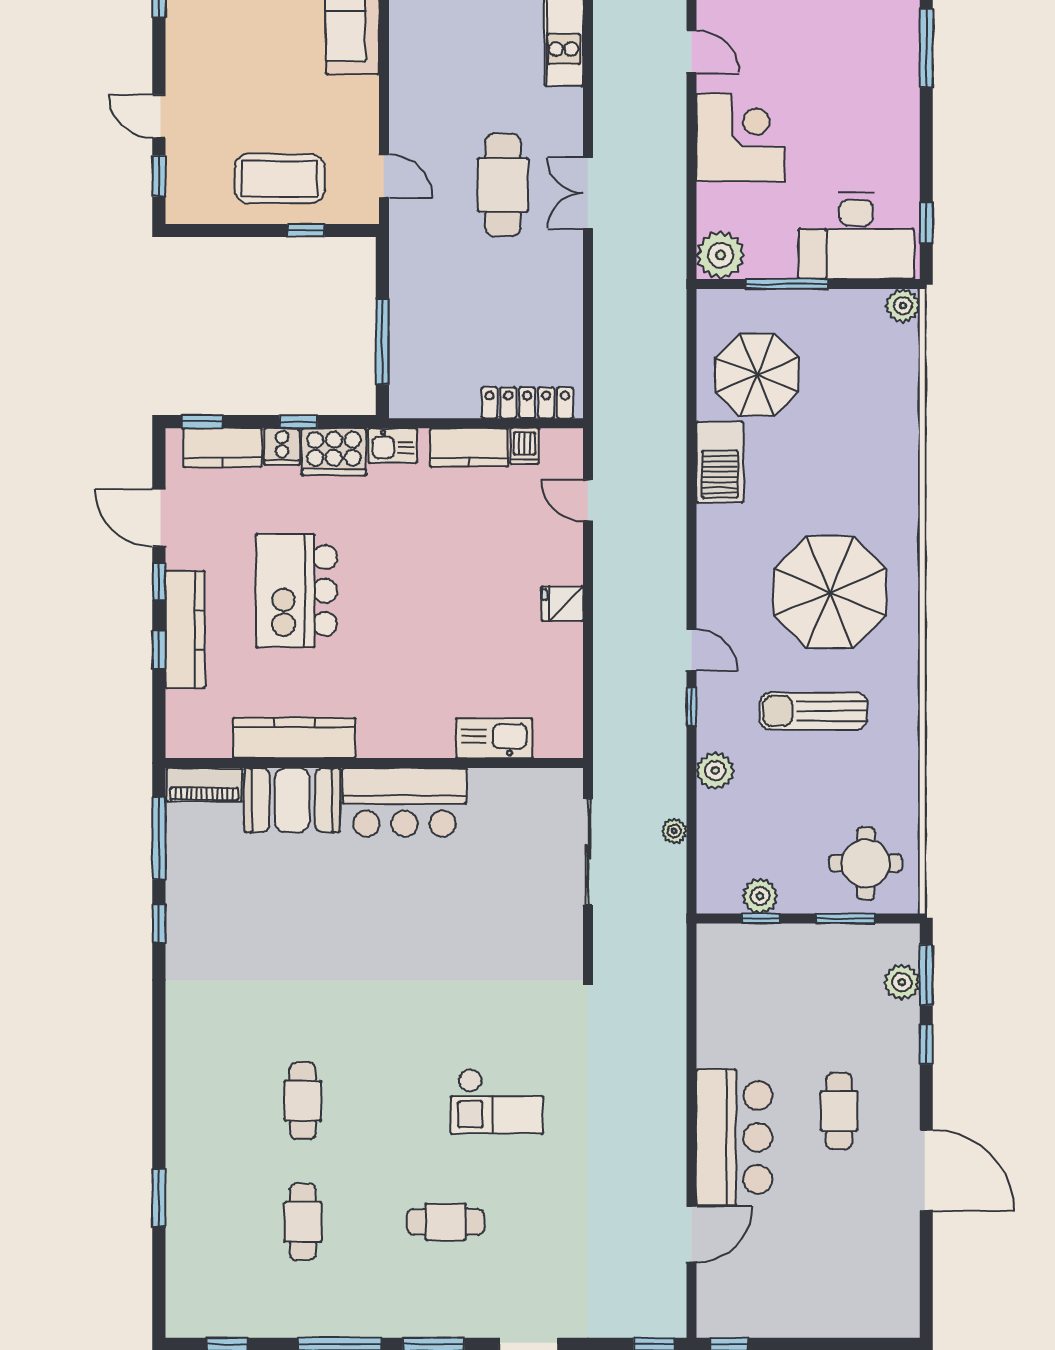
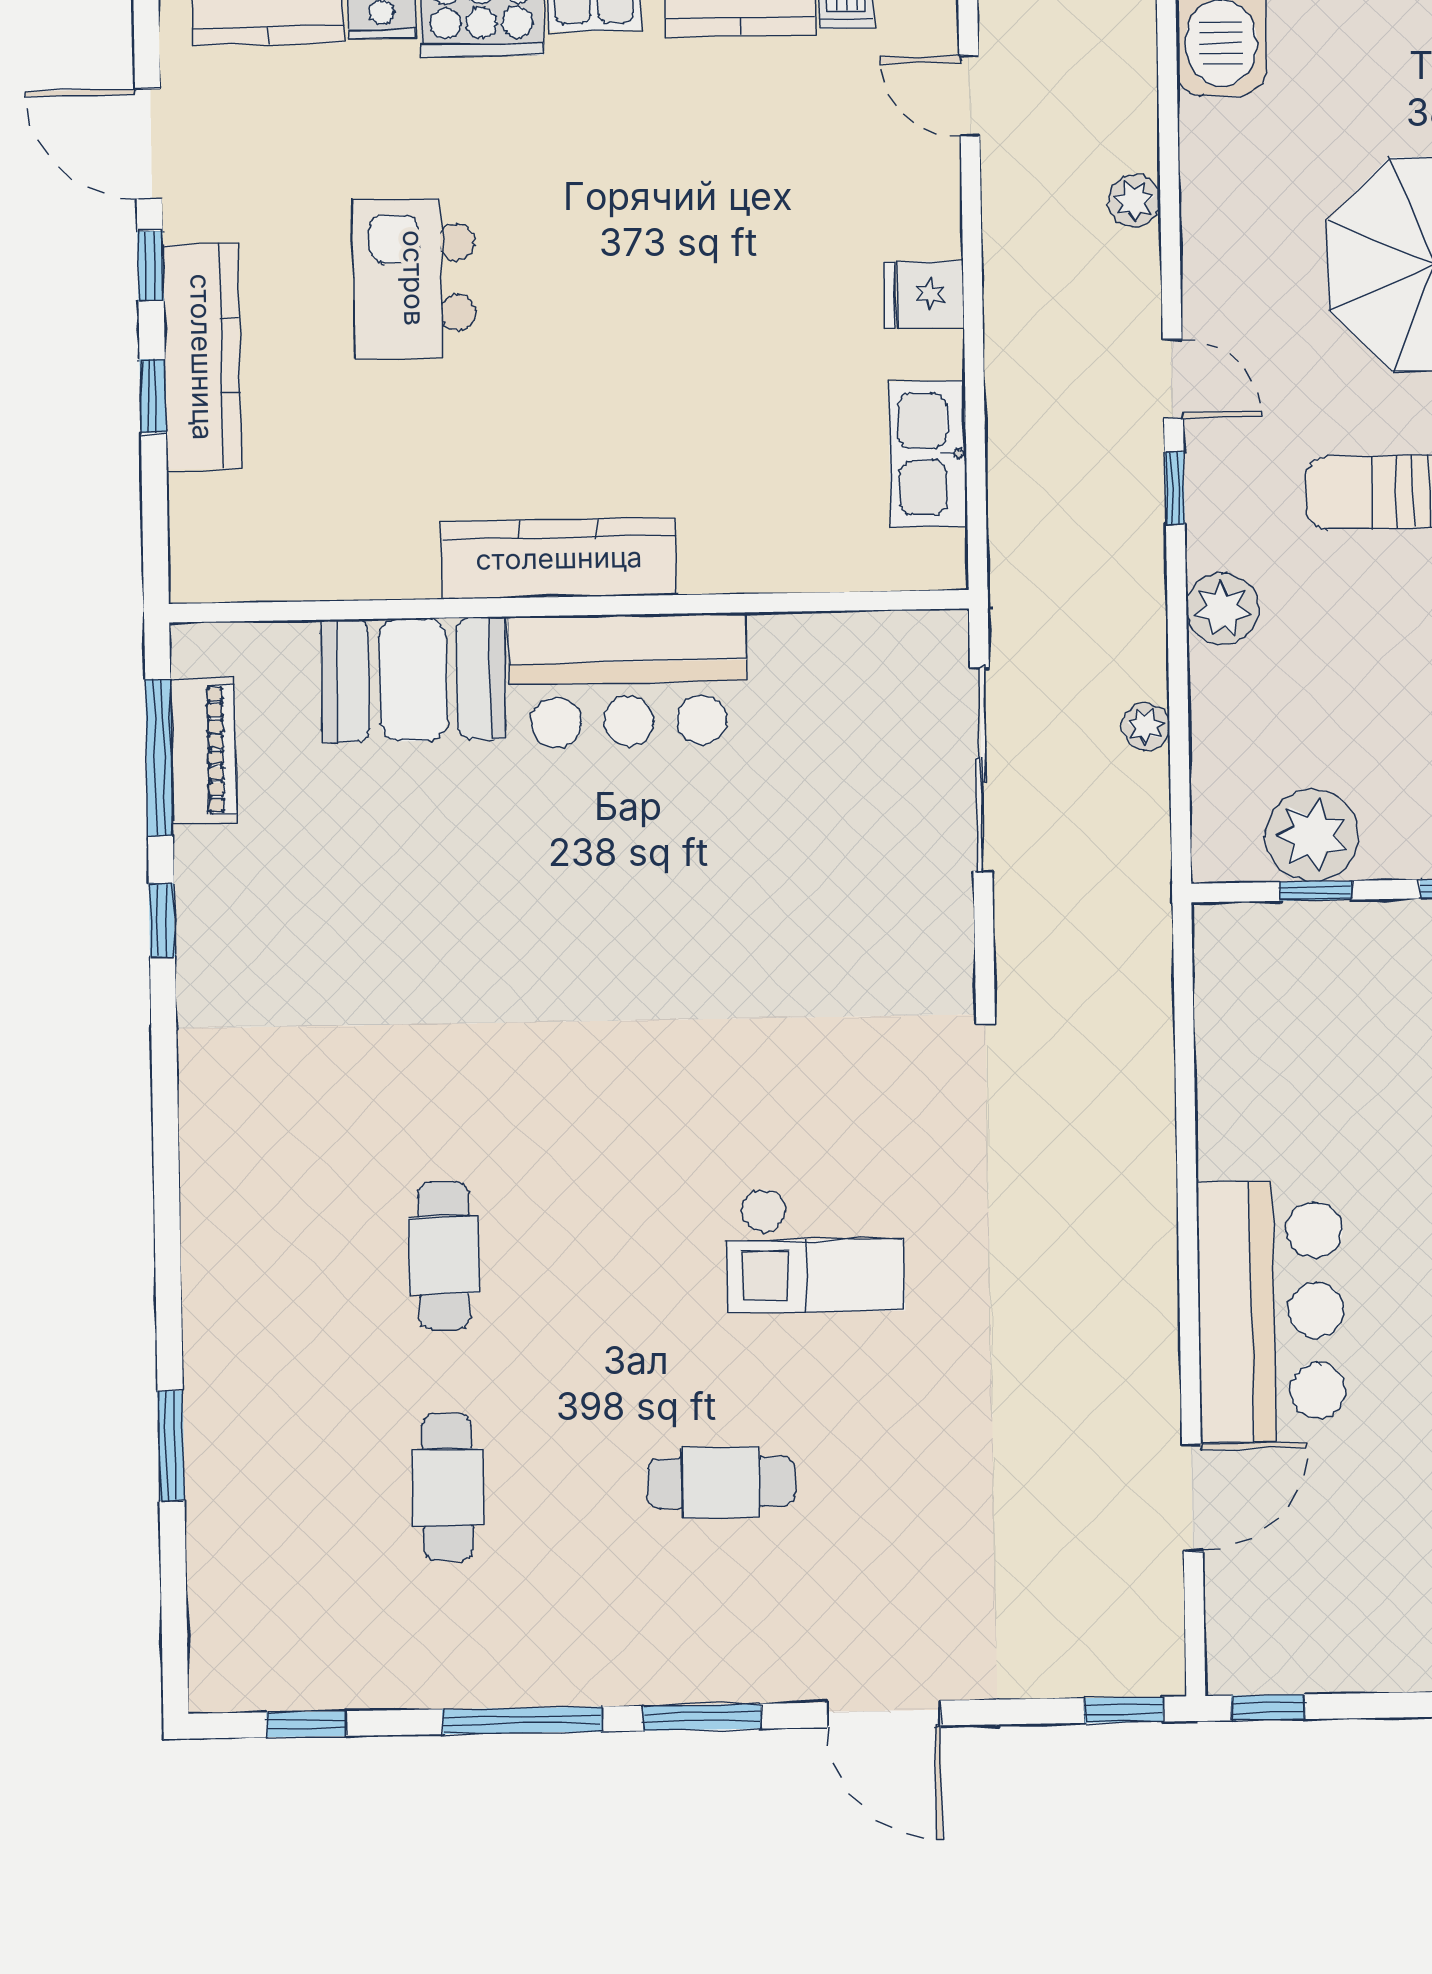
plant: (673, 557) -> (1134, 201), added
kitchen island: (297, 591) -> (414, 278), width x0.73, depth x0.78
kitchen counter: (294, 738) -> (559, 558), moved
kitchen sink: (494, 738) -> (928, 454), moved, turned -90
piano: (204, 785) -> (204, 750), moved, turned -90
plant: (760, 896) -> (1312, 835), width x1.36, depth x1.36

